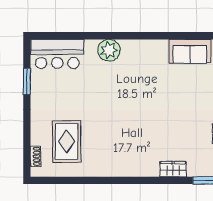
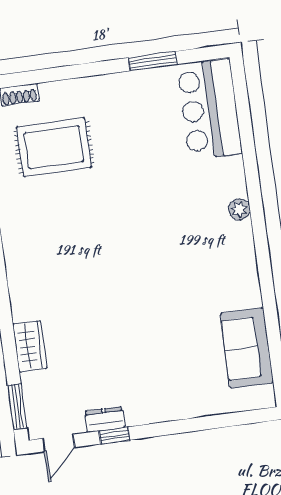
plant: (109, 50) -> (239, 209), width x0.53, depth x0.53

